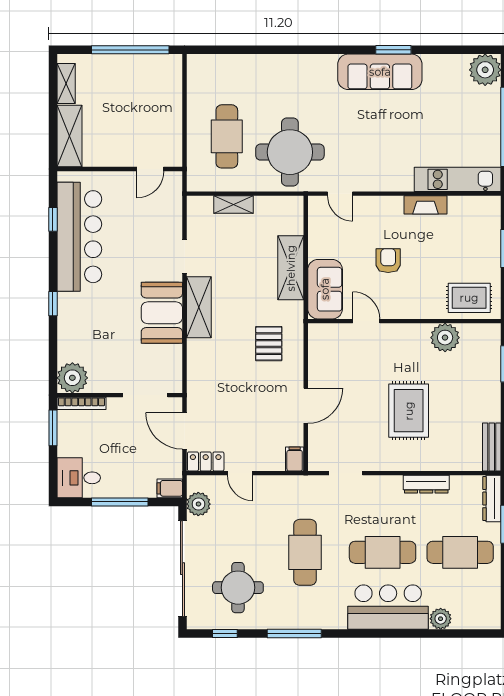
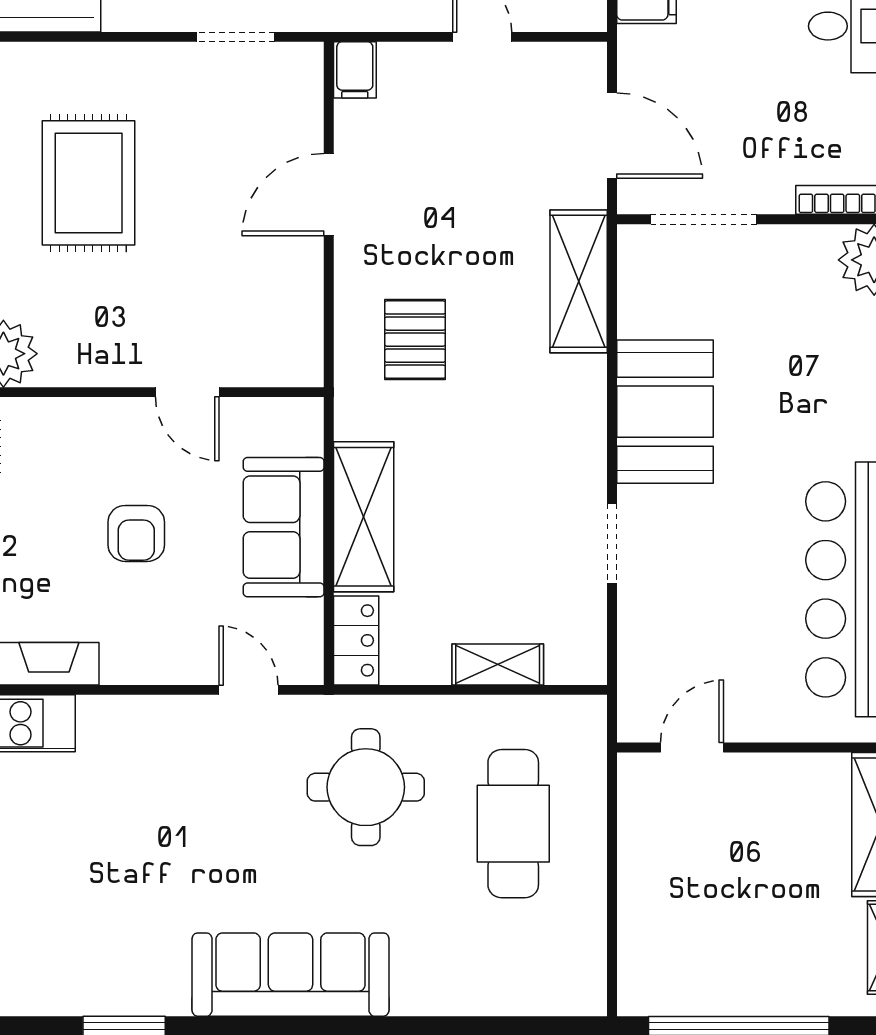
sofa: (380, 72) -> (291, 975), moved
round table: (290, 152) -> (366, 787), width x0.73, depth x0.73
sofa: (325, 289) -> (284, 527), moved
shelving: (199, 307) -> (579, 281), moved
locker: (206, 461) -> (356, 640), moved, turned -90

